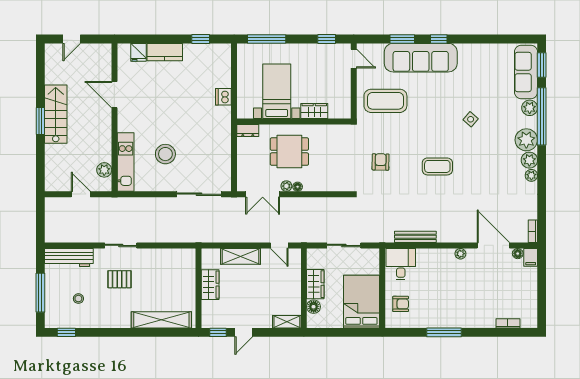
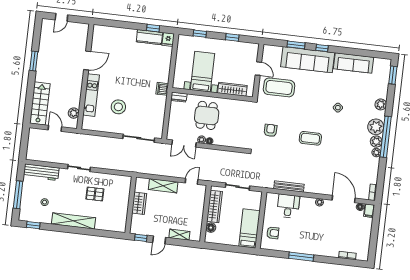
window: (267, 39) -> (200, 34), width x0.46
window: (327, 39) -> (232, 37), moved
fridge: (138, 52) -> (168, 40), moved
kitchen counter: (165, 52) -> (149, 37), moved
door: (354, 59) -> (258, 69), moved
sofa: (526, 72) -> (353, 63), moved, turned -90
door: (114, 95) -> (87, 60), swing flipped
dishwasher: (223, 97) -> (162, 89), moved
wardrobe: (314, 111) -> (232, 89), width x1.50
stairs: (56, 114) -> (40, 103), moved
window: (542, 116) -> (386, 137), moved
window: (40, 121) -> (34, 61), moved
dining table: (289, 152) -> (207, 115), turned 90
kitchen unit: (126, 162) -> (91, 95), moved
door: (279, 245) -> (192, 181), swing flipped
desk: (401, 264) -> (288, 206), moved
pallet: (119, 279) -> (95, 194), moved
wardrobe: (315, 284) -> (215, 206), width x1.50
bed: (361, 302) -> (249, 228), width x0.67
shelving: (161, 320) -> (74, 221), moved
shelving: (287, 322) -> (179, 235), moved

